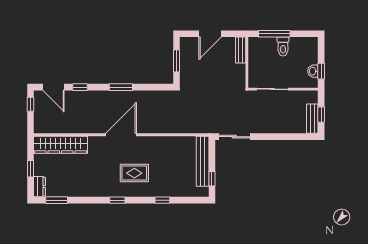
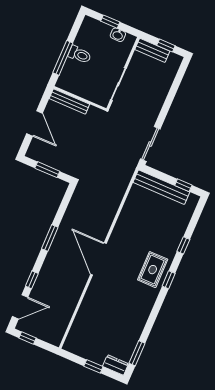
bench: (241, 50) -> (69, 101), width x1.36
window: (321, 71) -> (110, 22), moved
bench: (312, 119) -> (152, 50), moved
wardrobe: (60, 145) -> (82, 325), removed
rug: (134, 173) -> (153, 270), moved
window: (117, 200) -> (169, 280), moved

